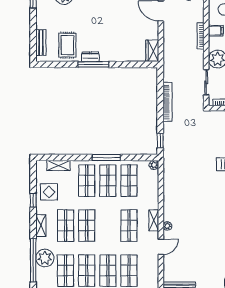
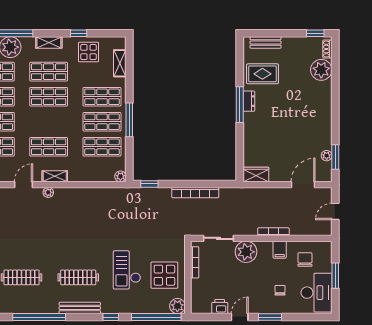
door: (161, 247) -> (23, 185), swing flipped

